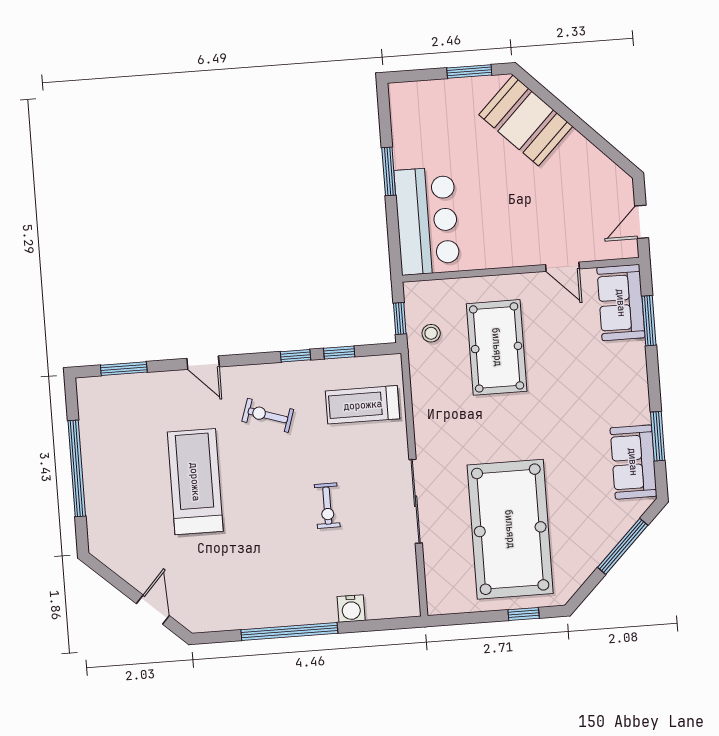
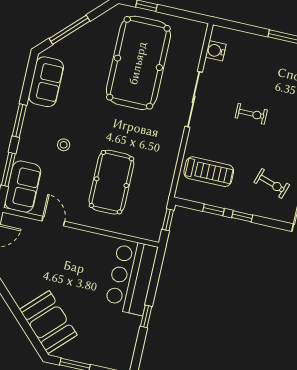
window: (389, 171) -> (146, 316), width x0.67
stool: (431, 333) -> (64, 145), moved
window: (658, 436) -> (19, 121), moved
exercise bike: (327, 506) -> (251, 114), turned 90
water cooler: (351, 609) -> (216, 51), moved, turned -90

